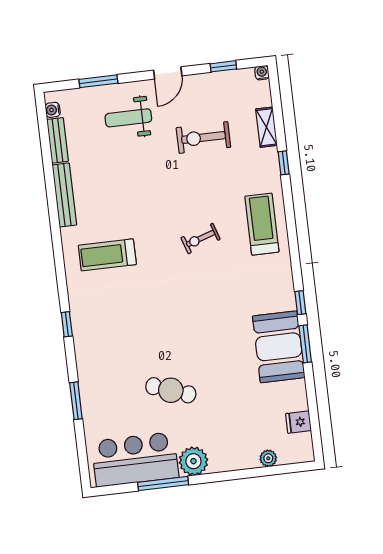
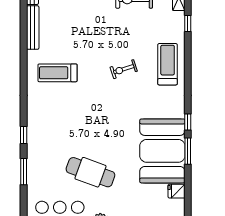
window: (67, 324) -> (24, 135), moved
booth: (279, 347) -> (162, 151), width x1.36, depth x1.42
cafe table: (171, 390) -> (90, 172), width x1.37, depth x1.35
fridge: (298, 422) -> (177, 191), moved

